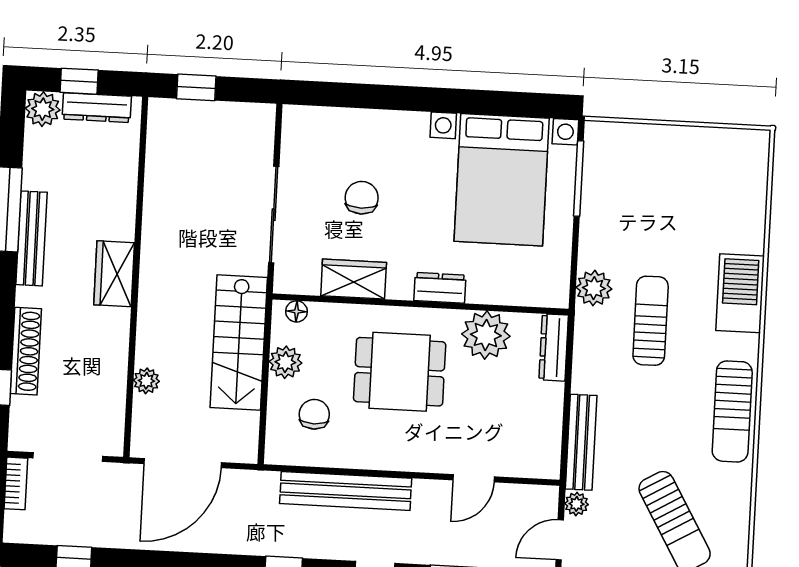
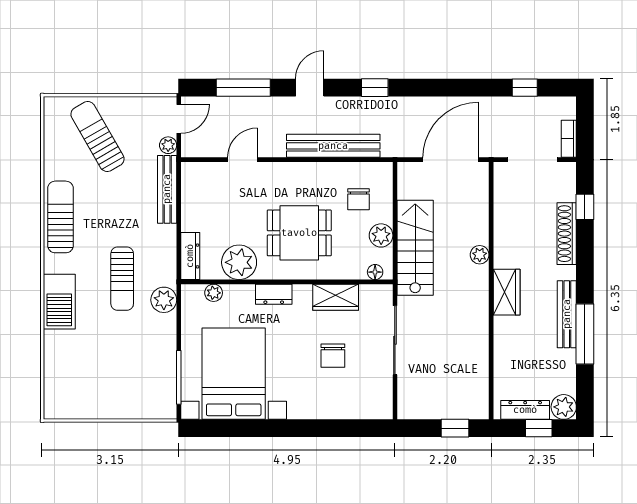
plant: (524, 294) -> (214, 293), added
plant: (146, 381) -> (480, 255), moved

